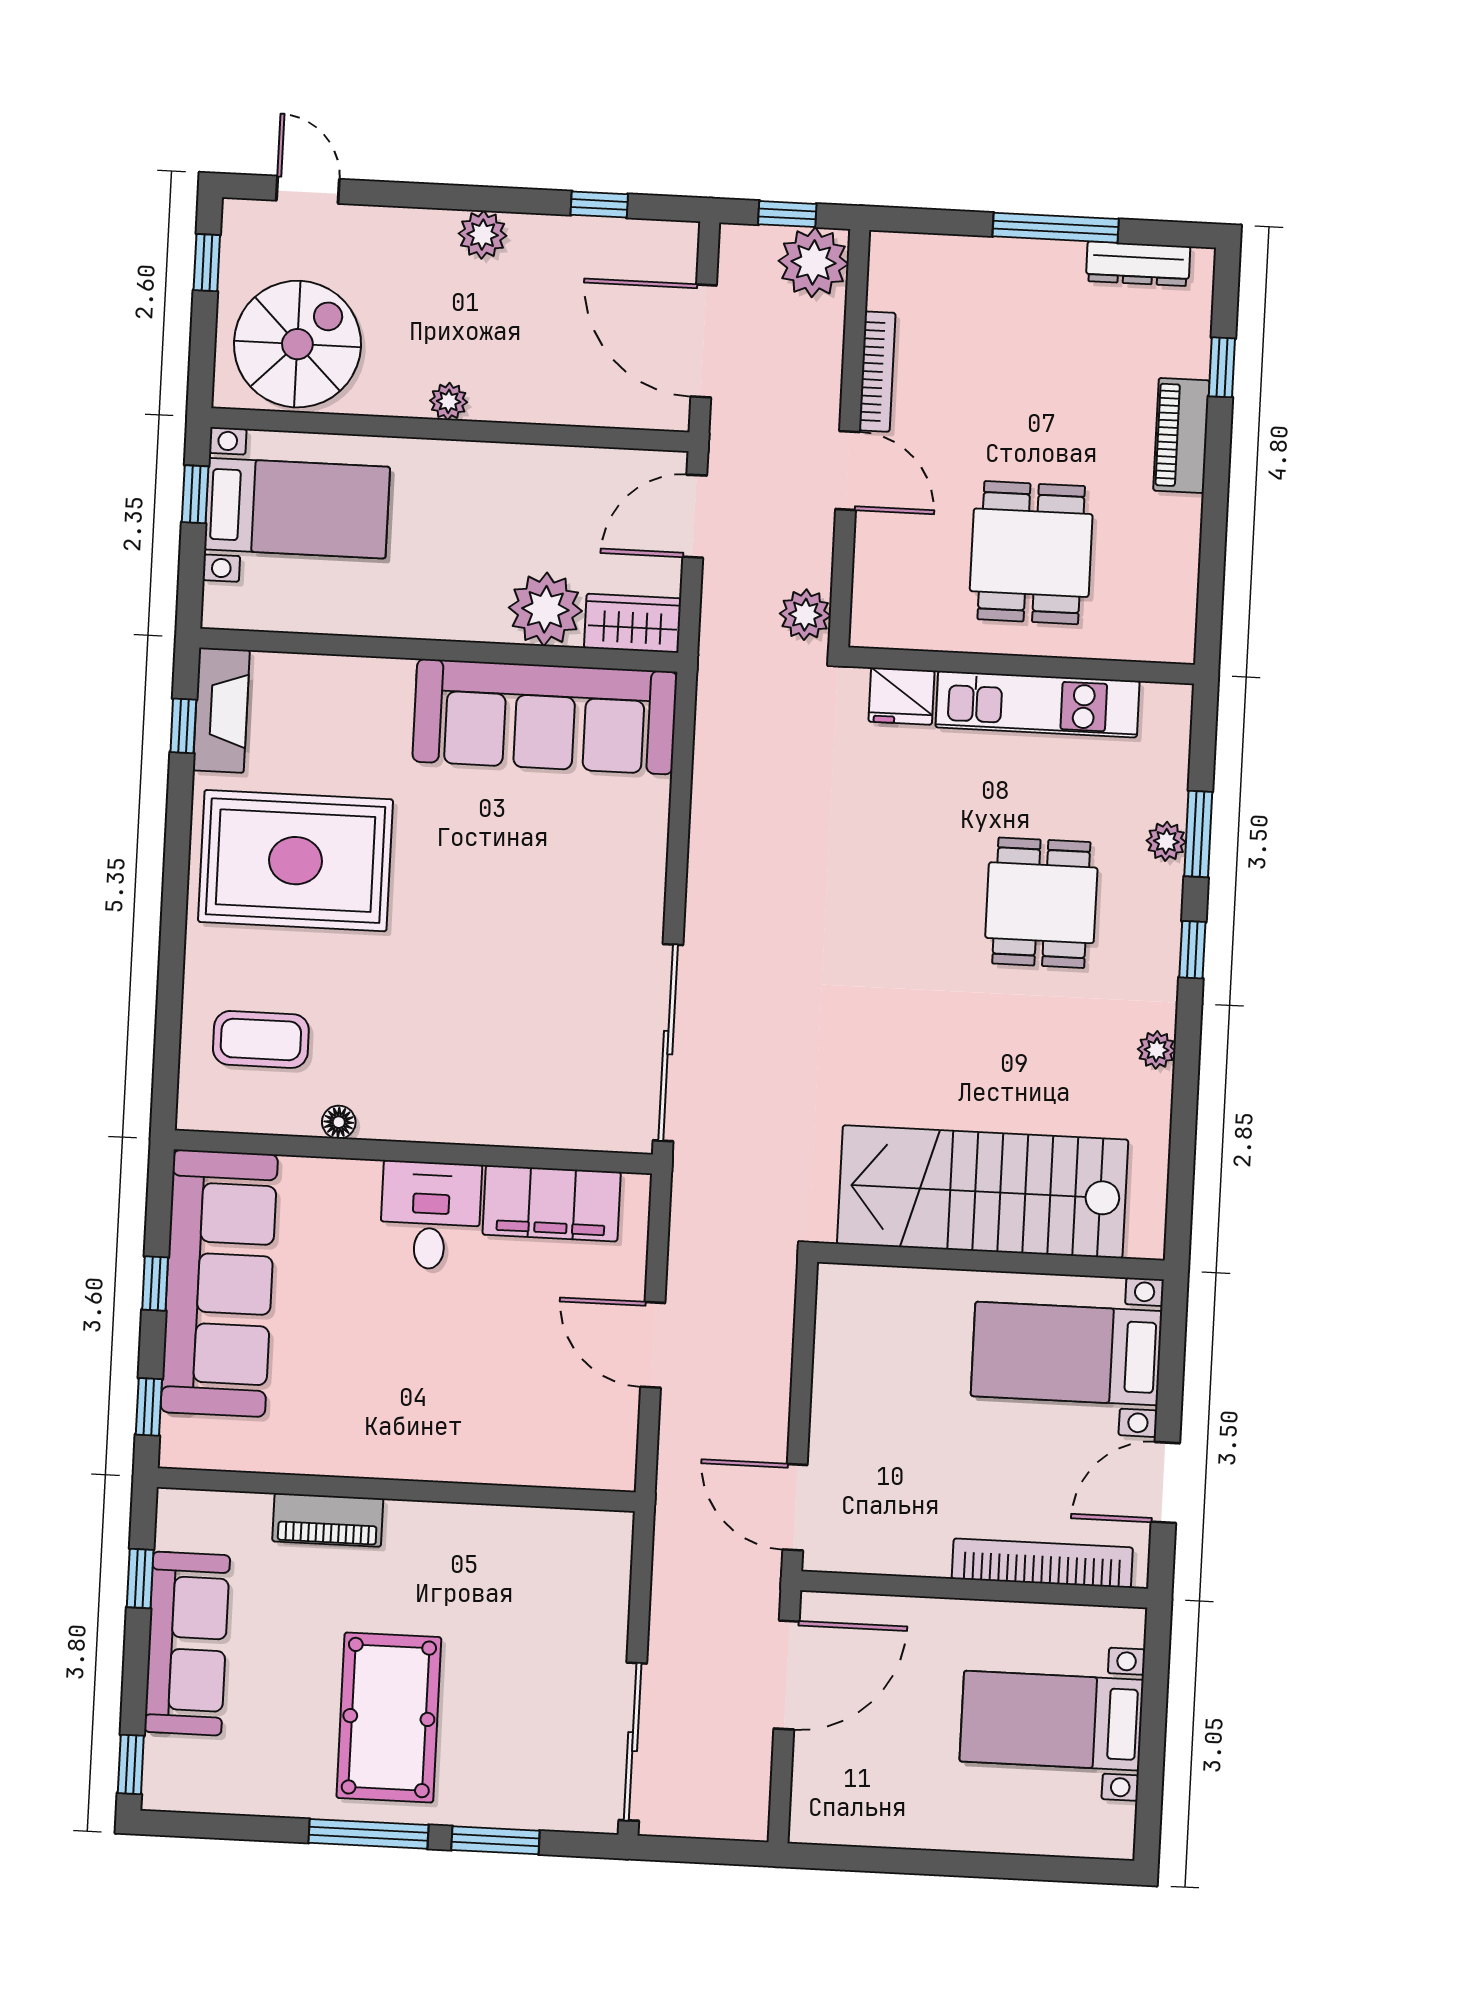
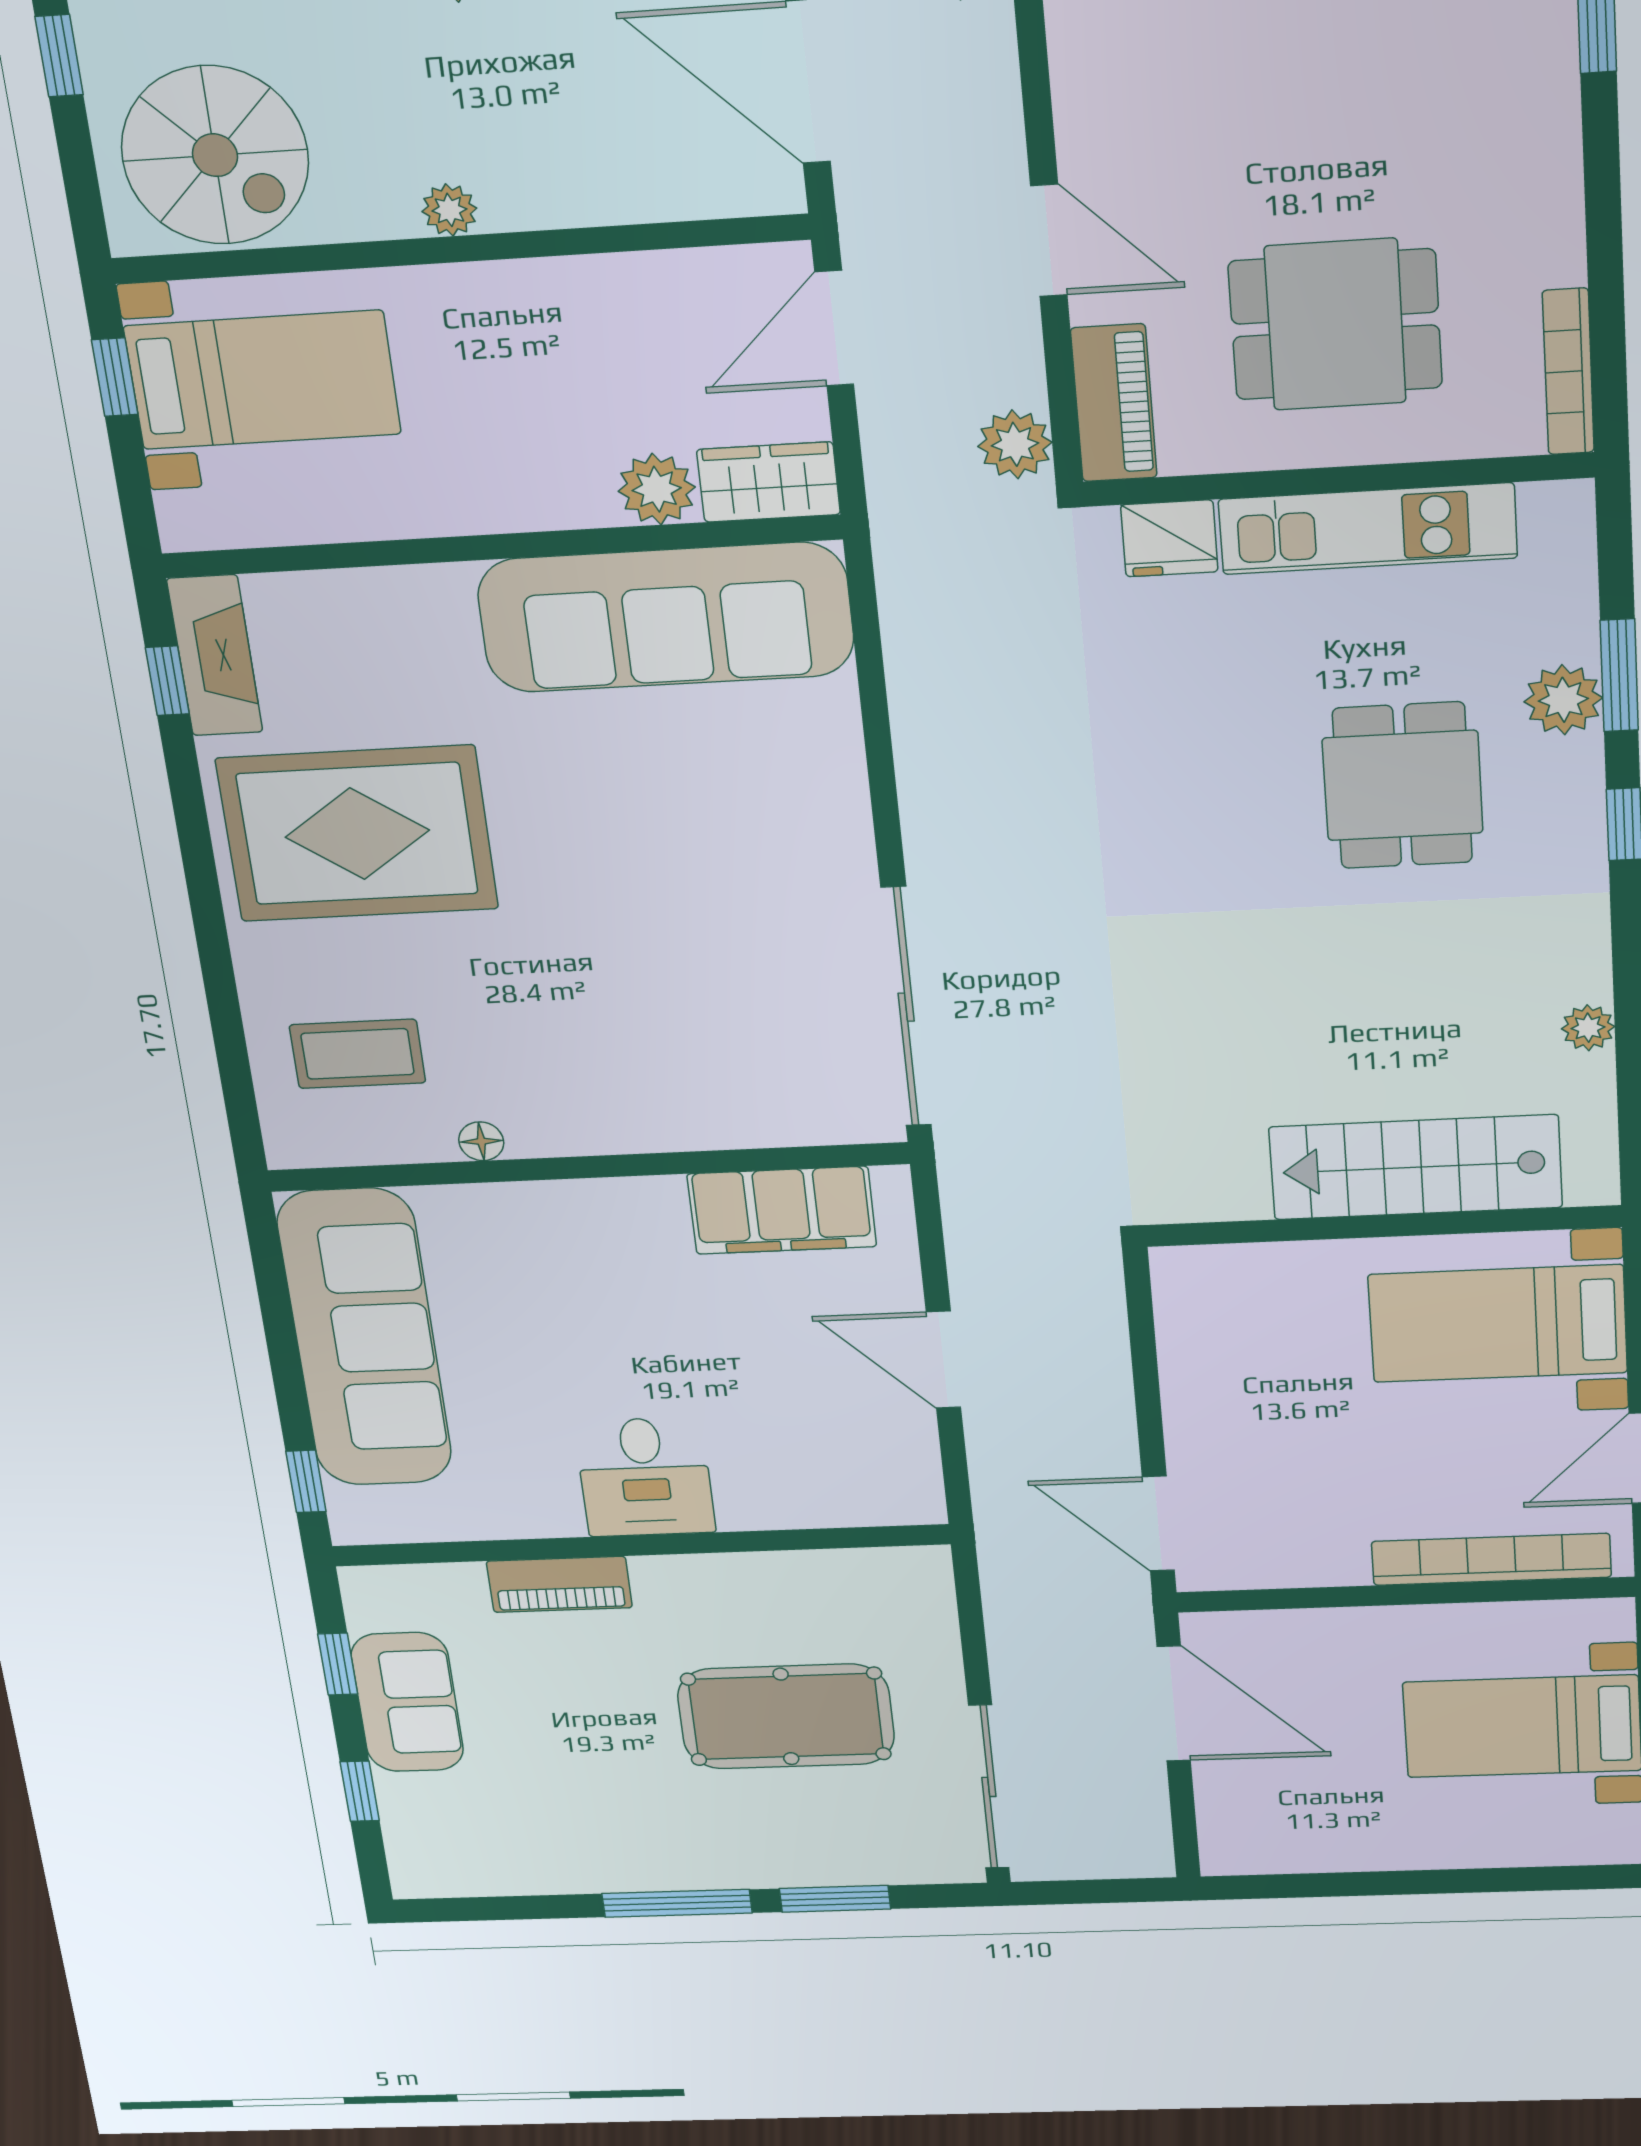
spiral stairs: (297, 344) -> (215, 155), turned 90
bookcase: (877, 372) -> (1568, 372), moved, turned 180
piano: (1181, 435) -> (1114, 403), moved, turned 180
dining table: (1031, 553) -> (1335, 324), turned 90
plant: (545, 609) -> (657, 489), width x0.73, depth x0.73
plant: (1166, 841) -> (1563, 700), width x1.38, depth x1.38
plant: (1157, 1050) -> (1588, 1028), moved
stairs: (983, 1192) -> (1416, 1167), width x0.73, depth x0.66
desk: (430, 1215) -> (645, 1477), moved, turned 180
window: (155, 1284) -> (282, 1346), removed
sofa: (187, 1644) -> (407, 1702), width x0.73
door: (787, 1675) -> (1174, 1704), hinge flipped
pool table: (389, 1718) -> (786, 1717), moved, turned 90
window: (131, 1764) -> (360, 1791), moved

